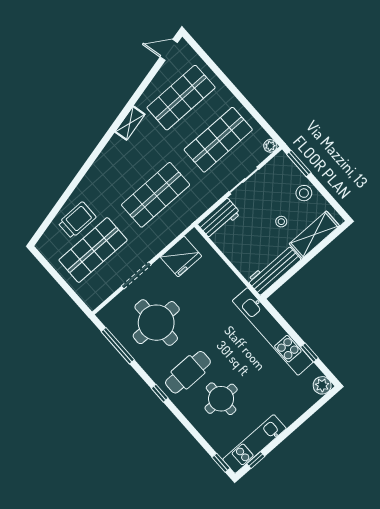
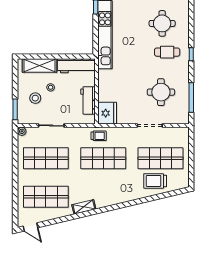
stool: (304, 193) -> (35, 98), moved
trolley: (182, 215) -> (99, 136), added
workbench: (219, 219) -> (88, 100), moved, turned -90
fridge: (181, 257) -> (107, 113), moved, turned 90
round table: (156, 323) -> (161, 92), width x0.73, depth x0.73
cafe table: (188, 372) -> (167, 52), width x0.73, depth x0.74

